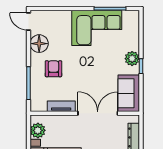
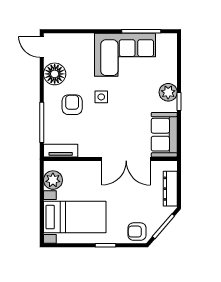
side table: (77, 62) -> (101, 97), added
tv unit: (61, 106) -> (61, 151), moved
double door: (98, 113) -> (126, 159), swing flipped

